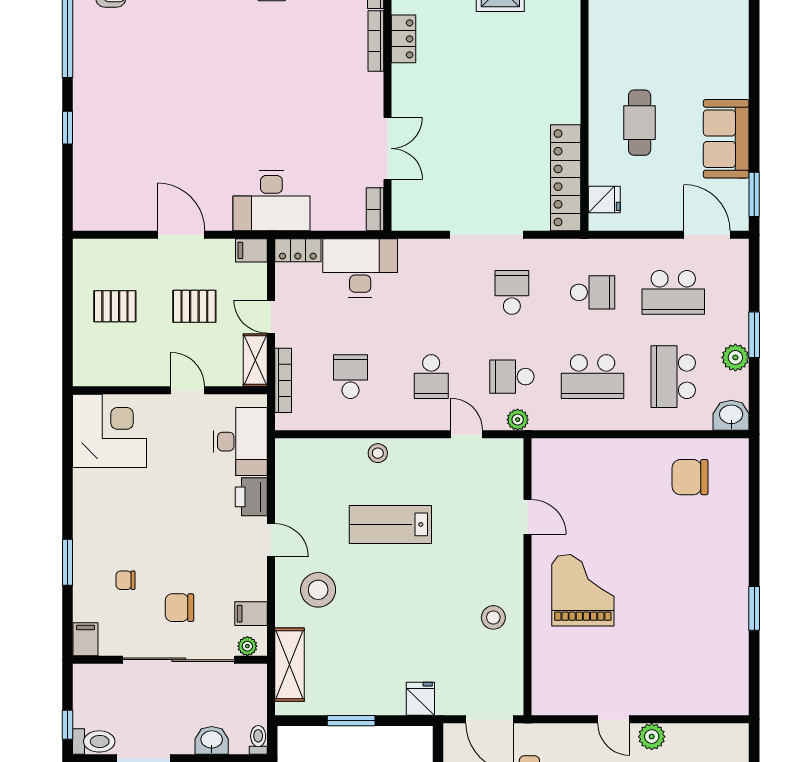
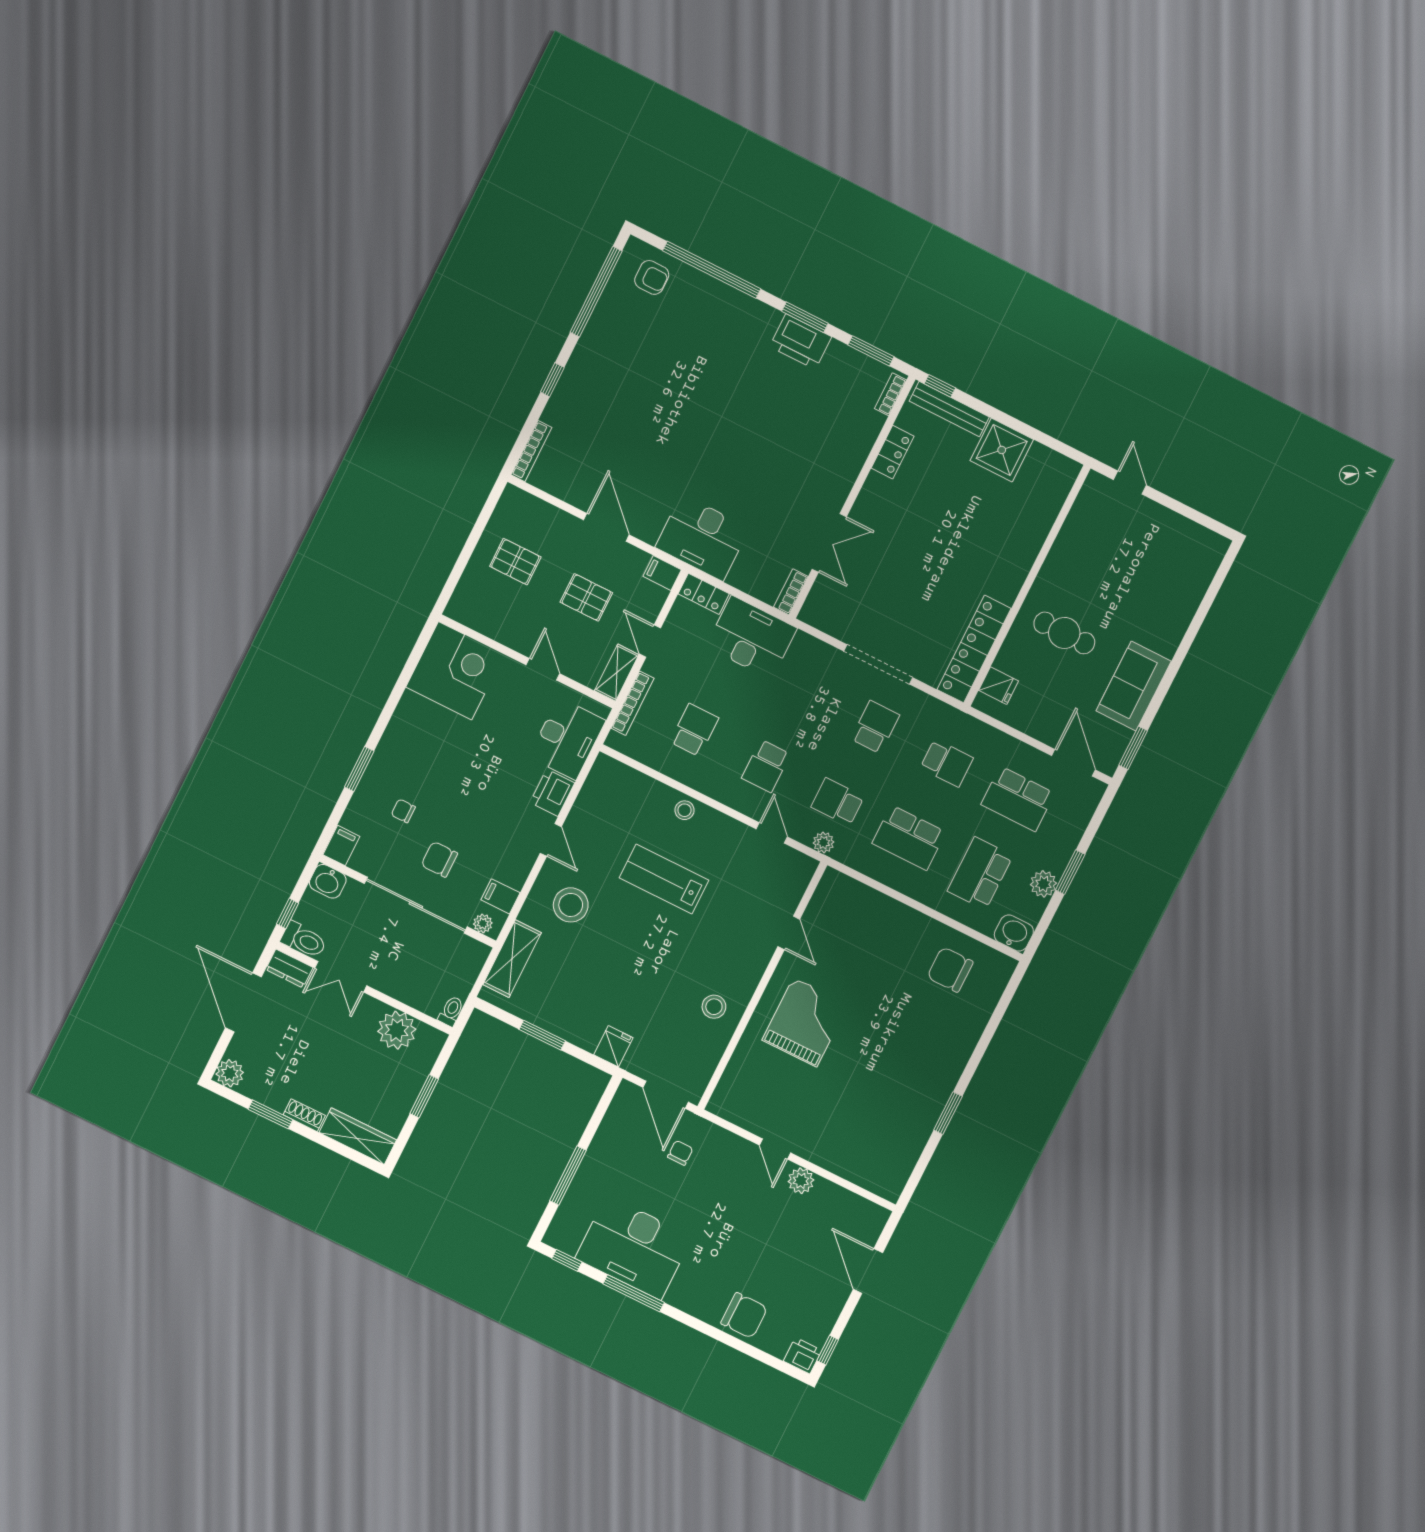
bookcase: (376, 41) -> (531, 451), moved, turned 180
cafe table: (640, 123) -> (1064, 633), turned 90
washbasin: (212, 740) -> (328, 881), moved, turned 180

